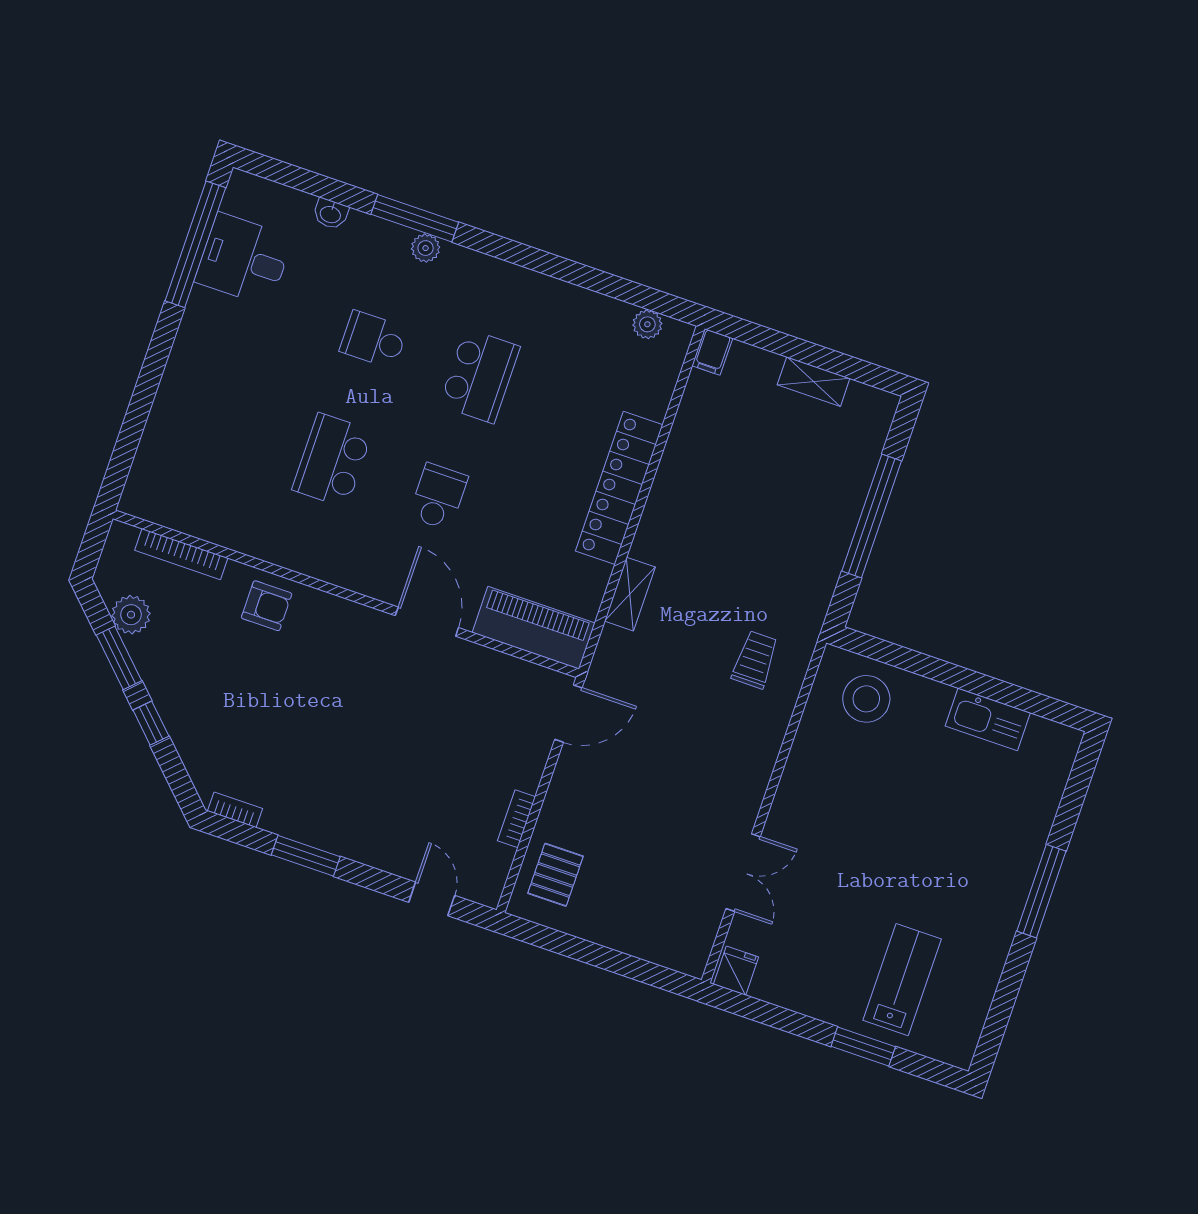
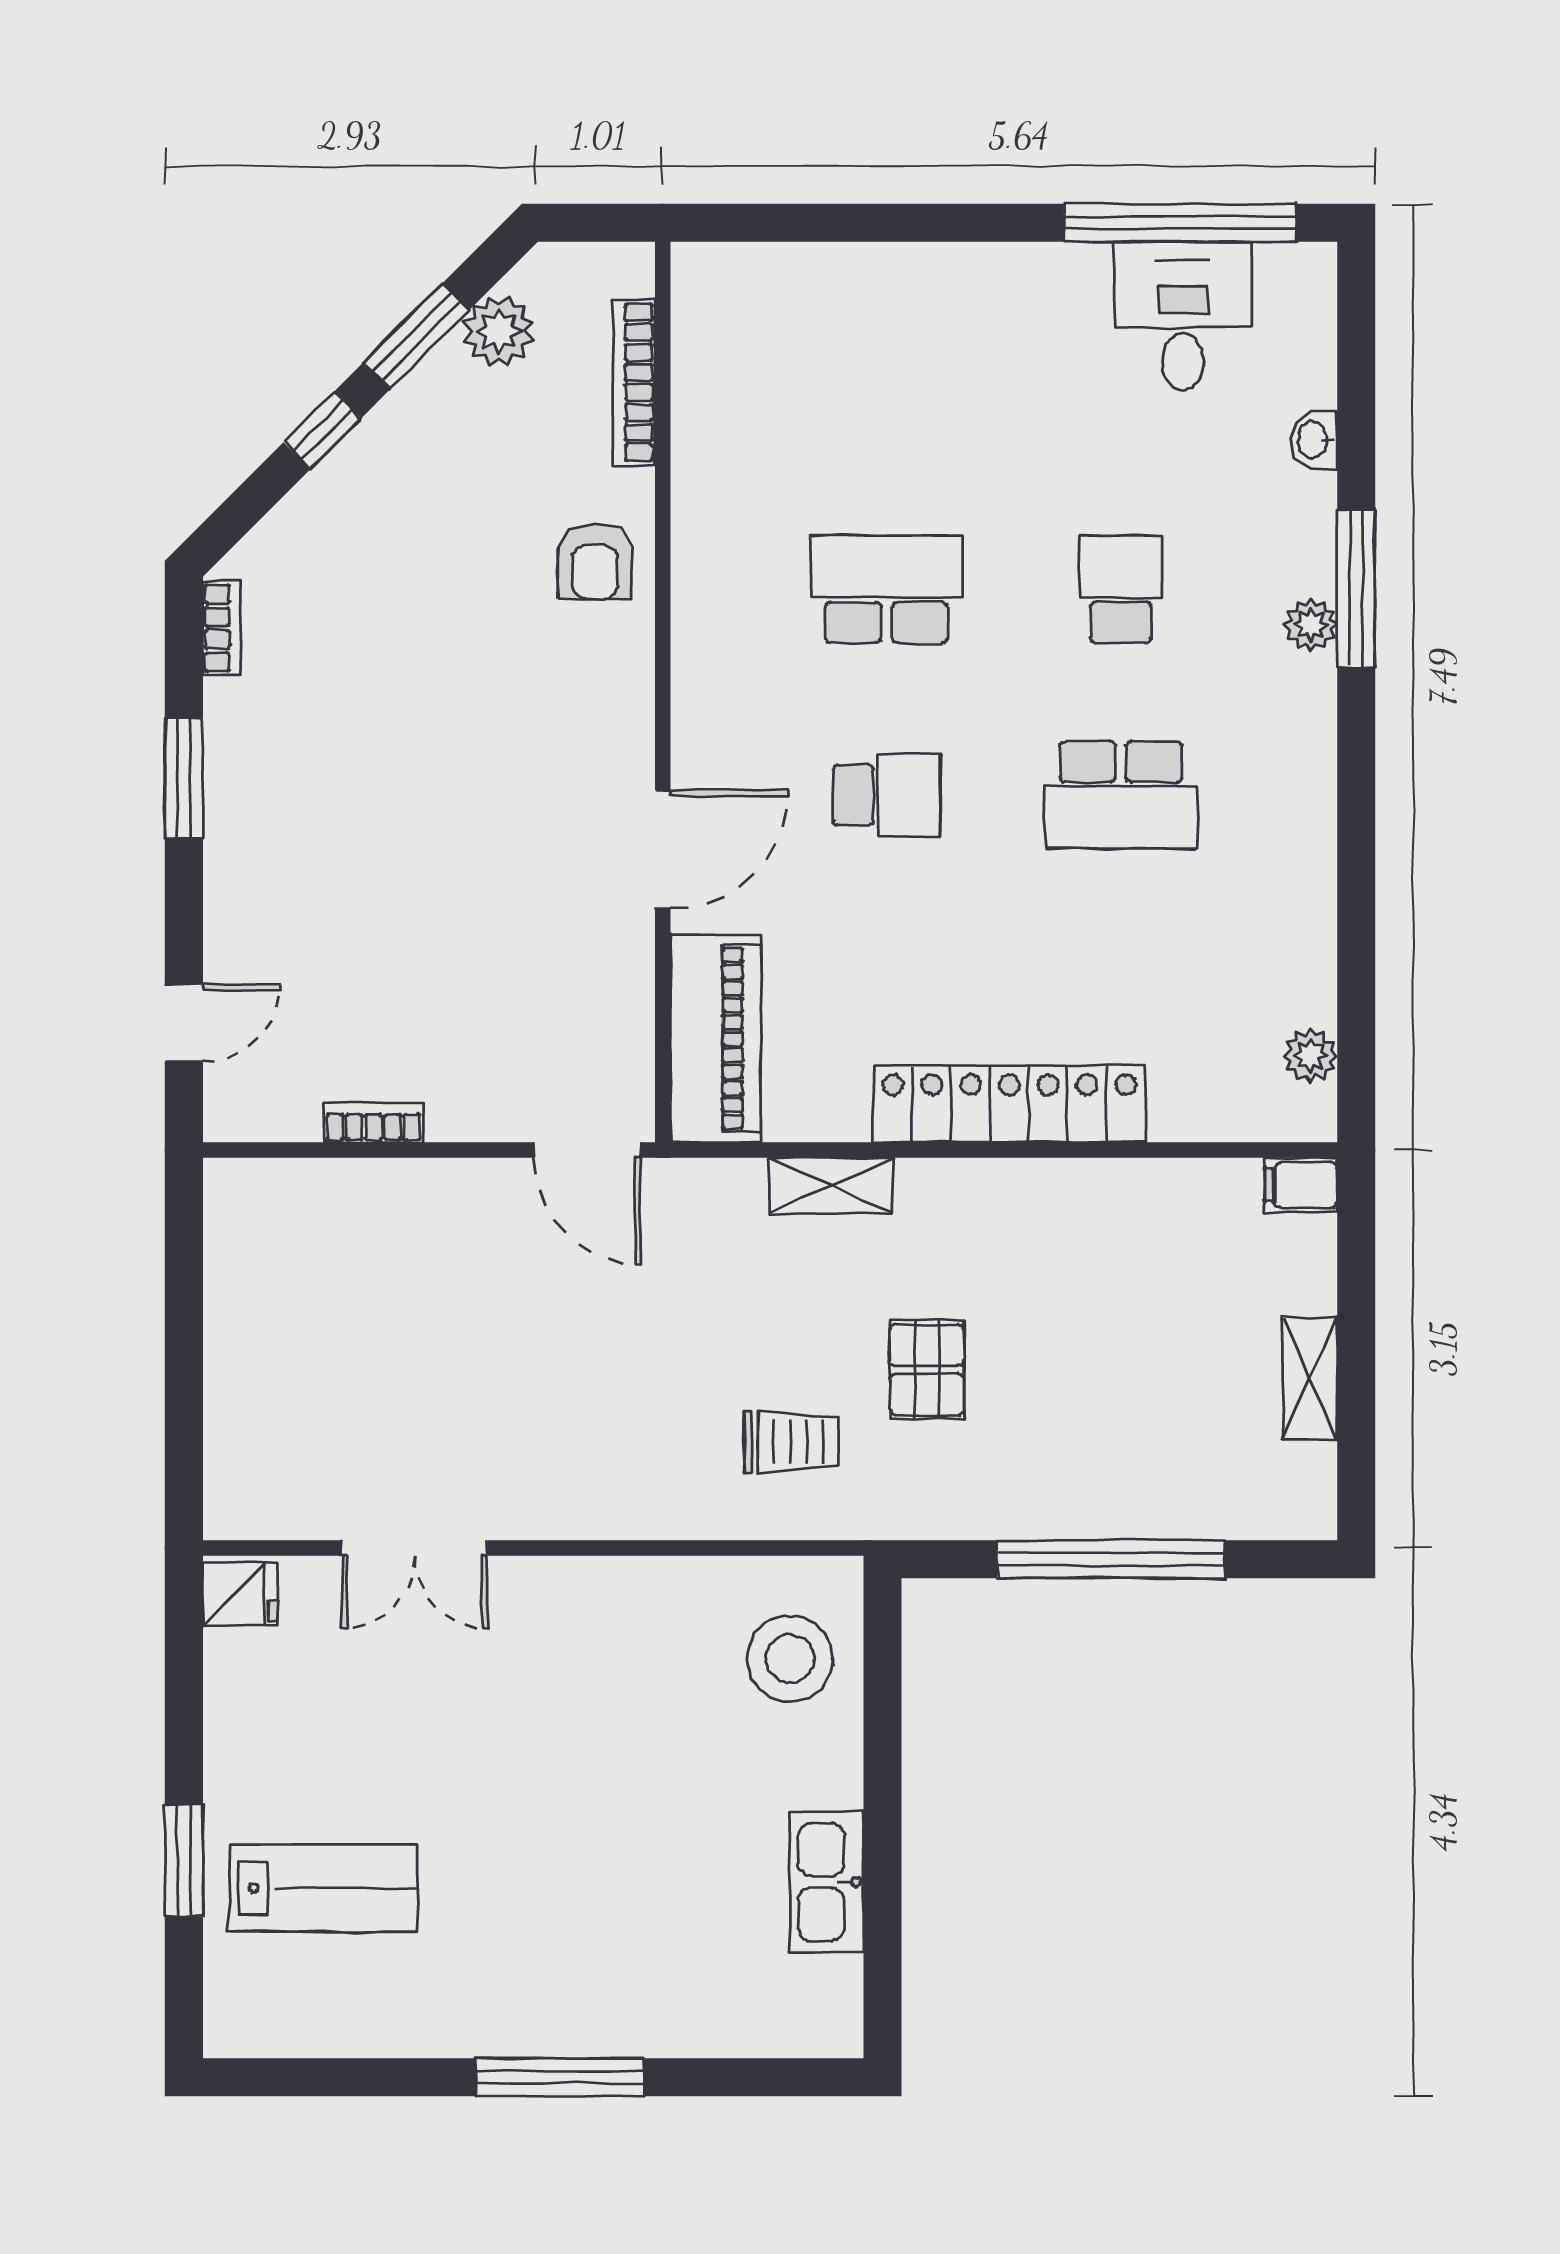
pallet: (555, 875) -> (927, 1370), moved, turned 90

